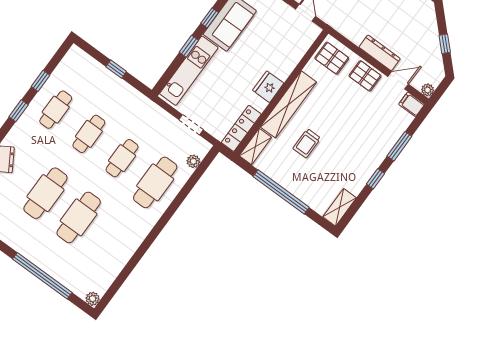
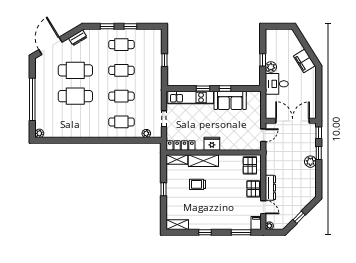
shelving: (288, 104) -> (203, 161), width x0.68
window: (399, 146) -> (241, 232), moved
cafe table: (155, 182) -> (121, 122), width x0.73, depth x0.74
window: (281, 192) -> (163, 189), width x0.32

